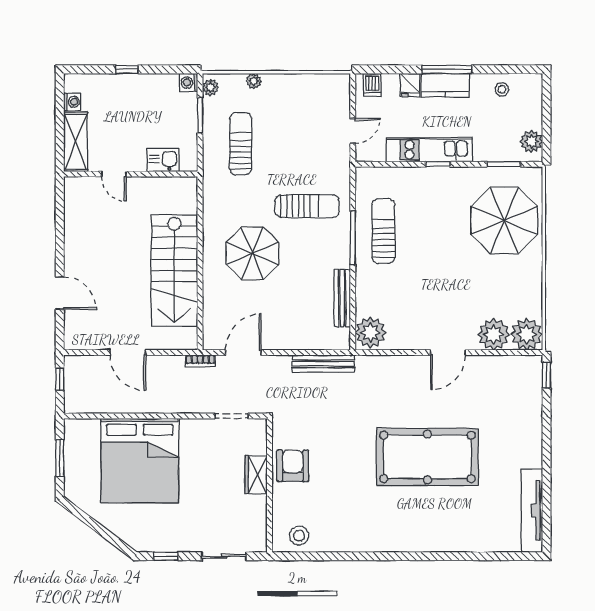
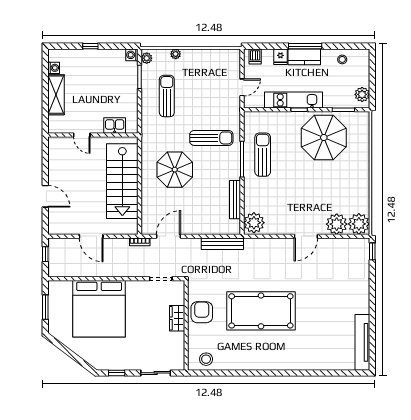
kitchen sink: (163, 160) -> (115, 126), moved
door: (114, 174) -> (82, 135), moved
wall: (131, 174) -> (93, 135), moved
parasol: (504, 220) -> (324, 138), moved
pool table: (427, 457) -> (261, 311), moved

